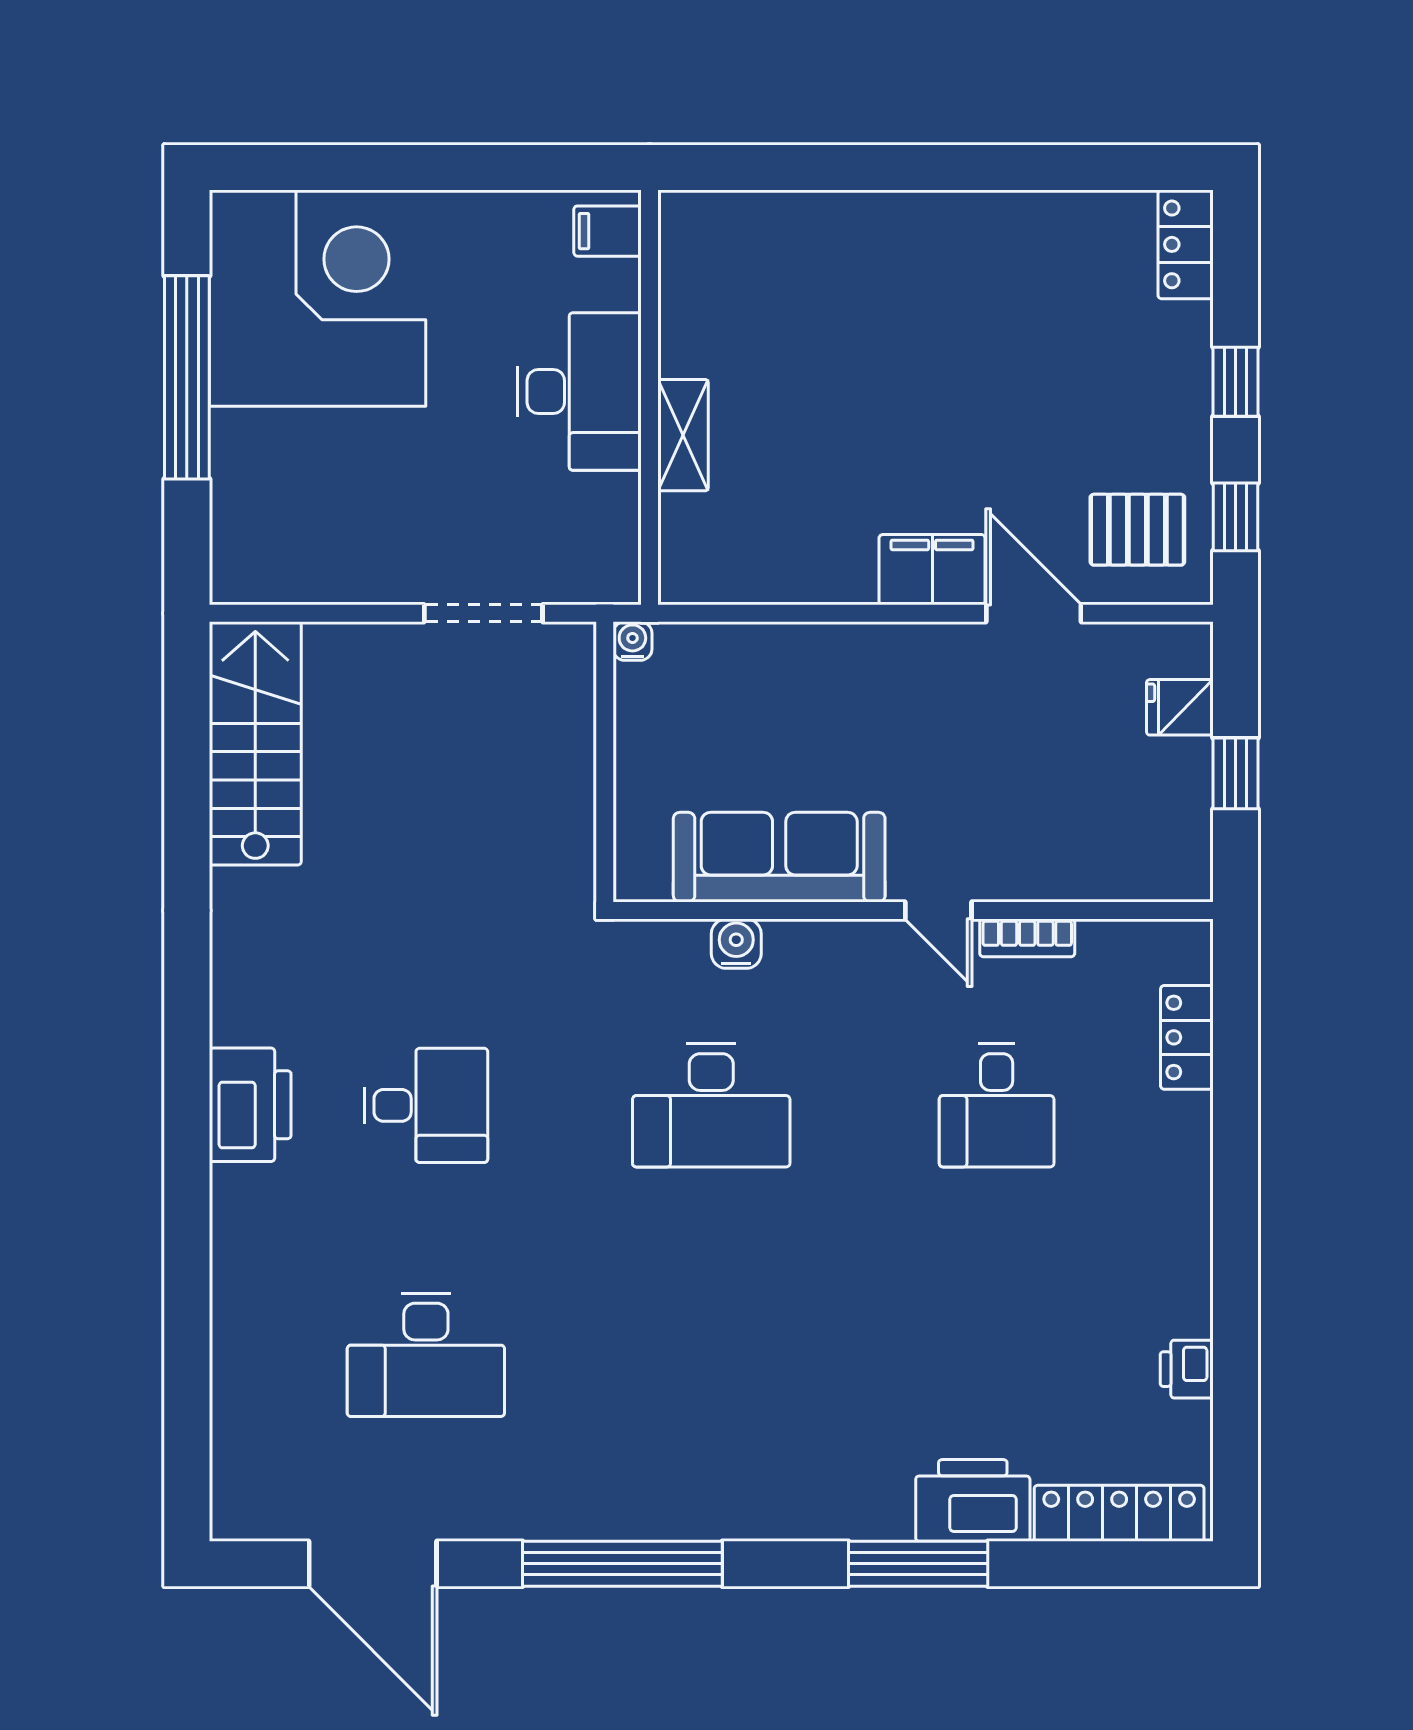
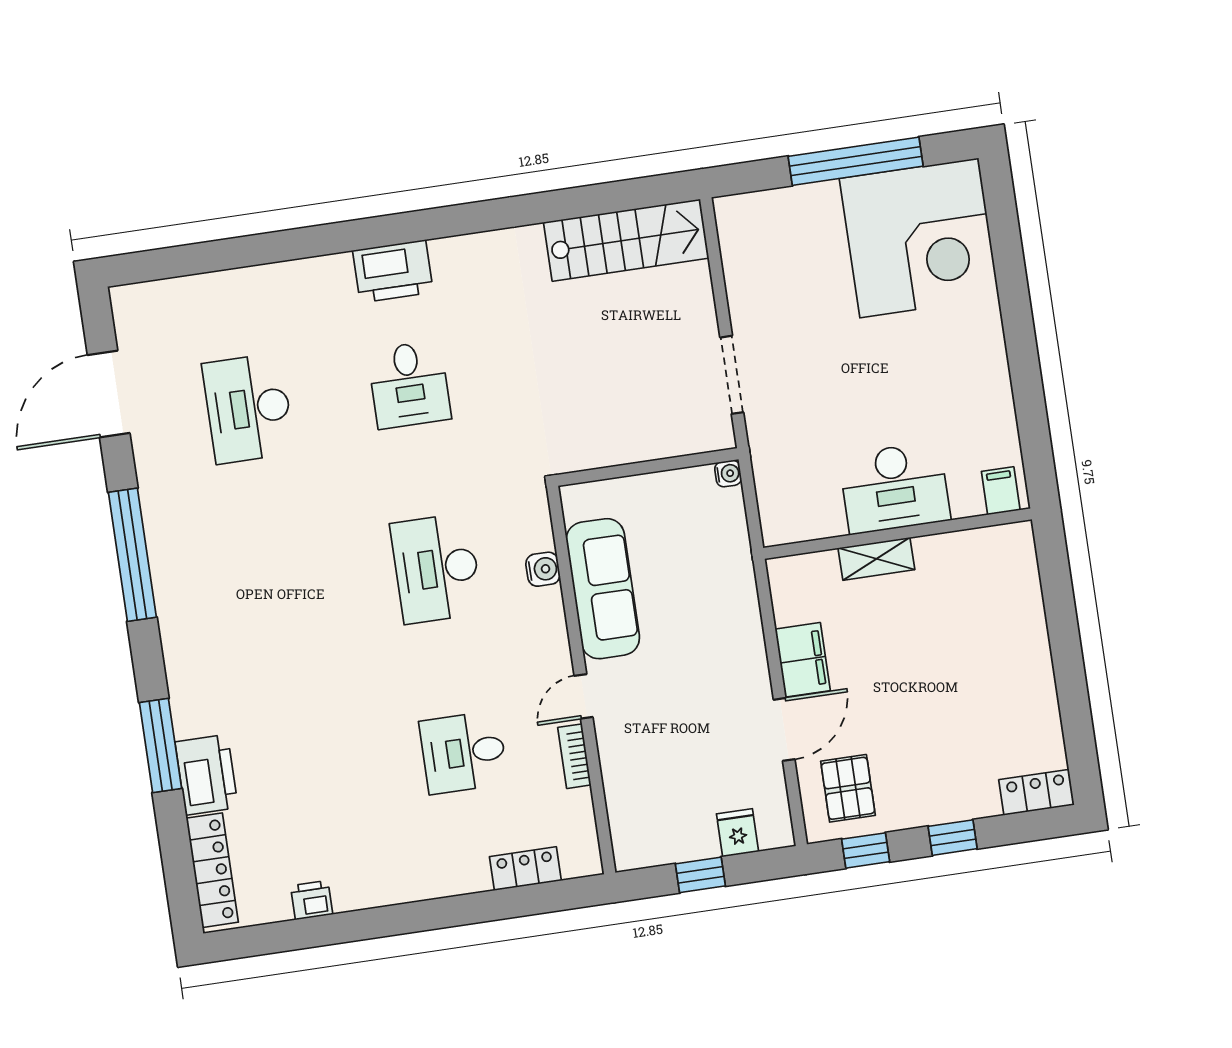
filing cabinet: (608, 231) -> (1001, 491), moved
desk: (579, 392) -> (895, 488), moved
wall: (650, 397) -> (898, 534), moved
shelving: (683, 435) -> (876, 559), moved

